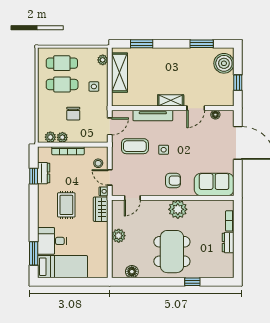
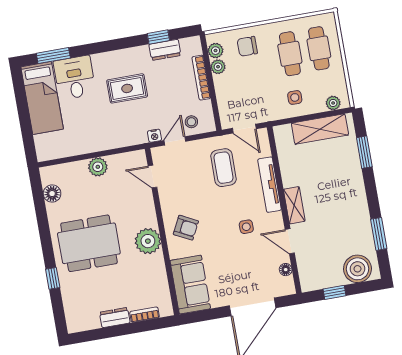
chair: (73, 114) -> (247, 46), moved
side table: (164, 150) -> (246, 227), moved
armchair: (173, 181) -> (186, 228), turned -63
wardrobe: (101, 209) -> (129, 136), removed

